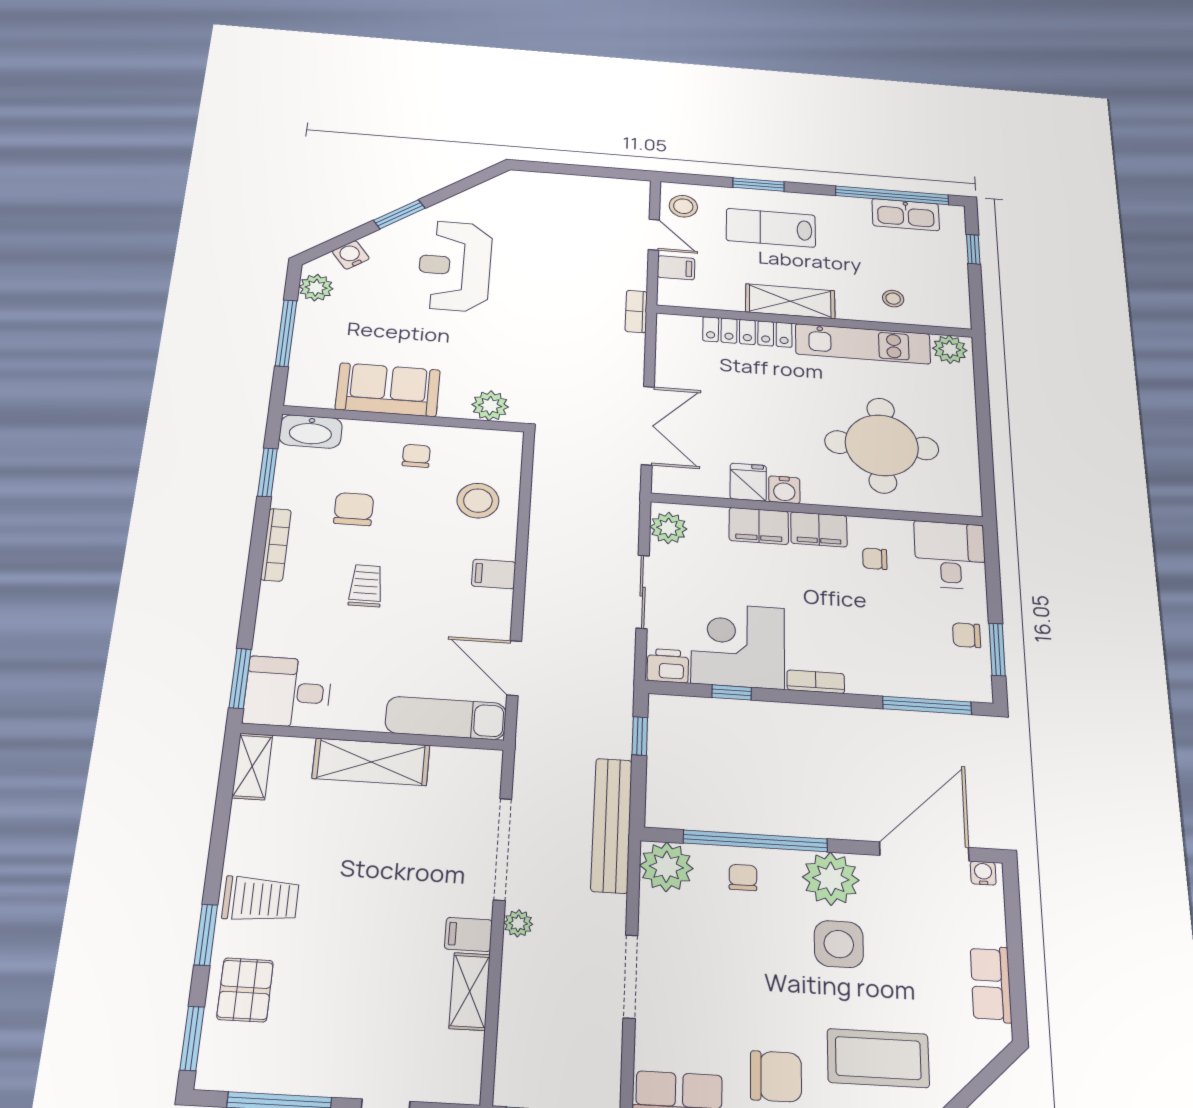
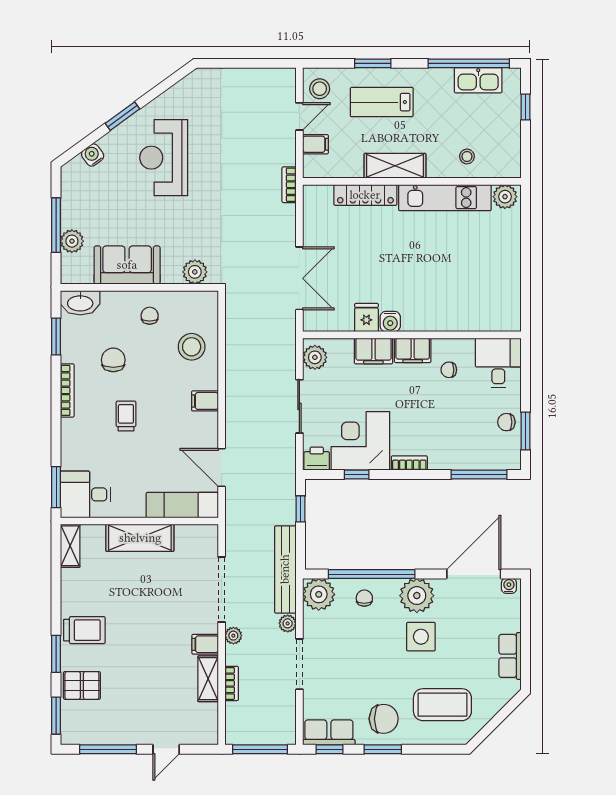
door: (654, 235) -> (299, 116), hinge flipped
plant: (316, 288) -> (72, 241), moved
round table: (882, 445) -> (456, 281), removed
plant: (612, 909) -> (288, 623), added
pallet: (245, 990) -> (82, 685), turned 90
bookcase: (511, 1002) -> (232, 683), added

